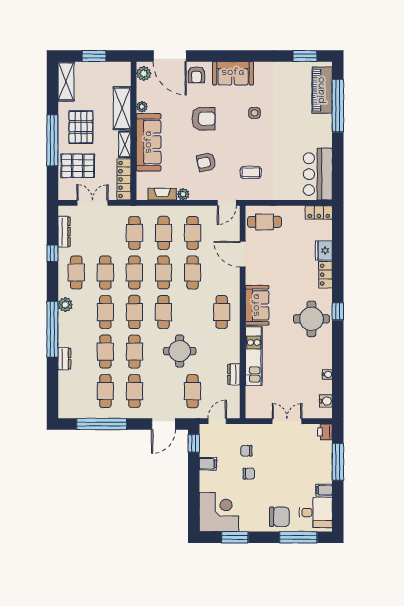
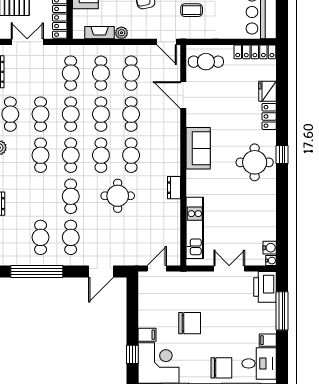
door: (227, 203) -> (167, 42), hinge flipped
locker: (319, 212) -> (255, 52), width x1.53
cafe table: (222, 312) -> (131, 155), moved
cafe table: (105, 352) -> (41, 196), removed
kitchen unit: (254, 356) -> (195, 228), moved
dresser: (234, 374) -> (174, 188), moved
water cooler: (327, 374) -> (271, 261), moved
cafe table: (193, 391) -> (131, 237), removed
printer: (325, 432) -> (265, 287), width x1.87, depth x1.48
window: (194, 443) -> (132, 354), moved
chair: (246, 451) -> (187, 299), removed
filing cabinet: (208, 464) -> (147, 335), moved
chair: (249, 474) -> (190, 323), width x1.87, depth x1.87

